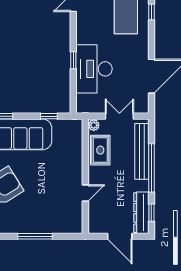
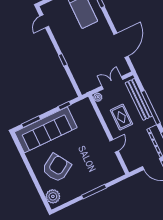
desk: (94, 69) -> (80, 59), removed
rug: (100, 150) -> (121, 117), moved

